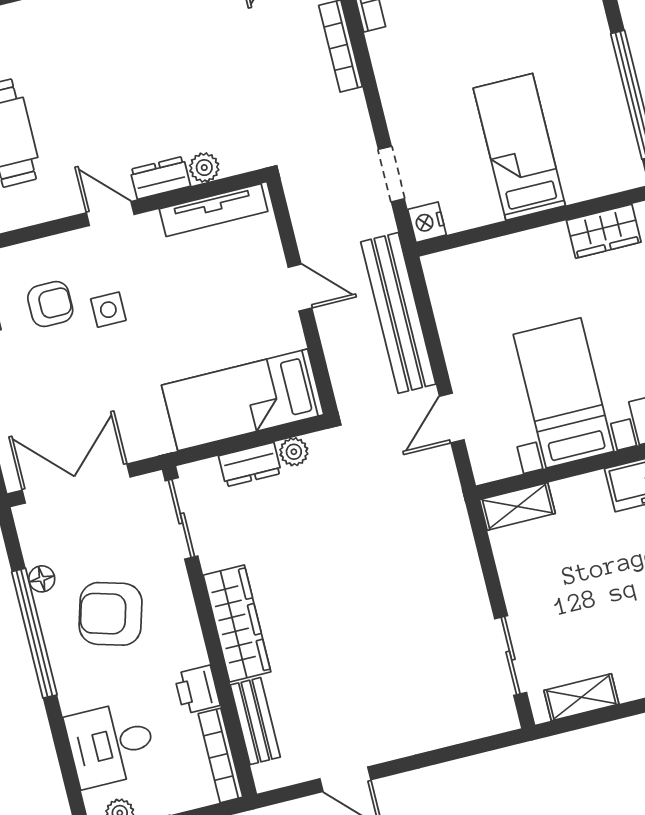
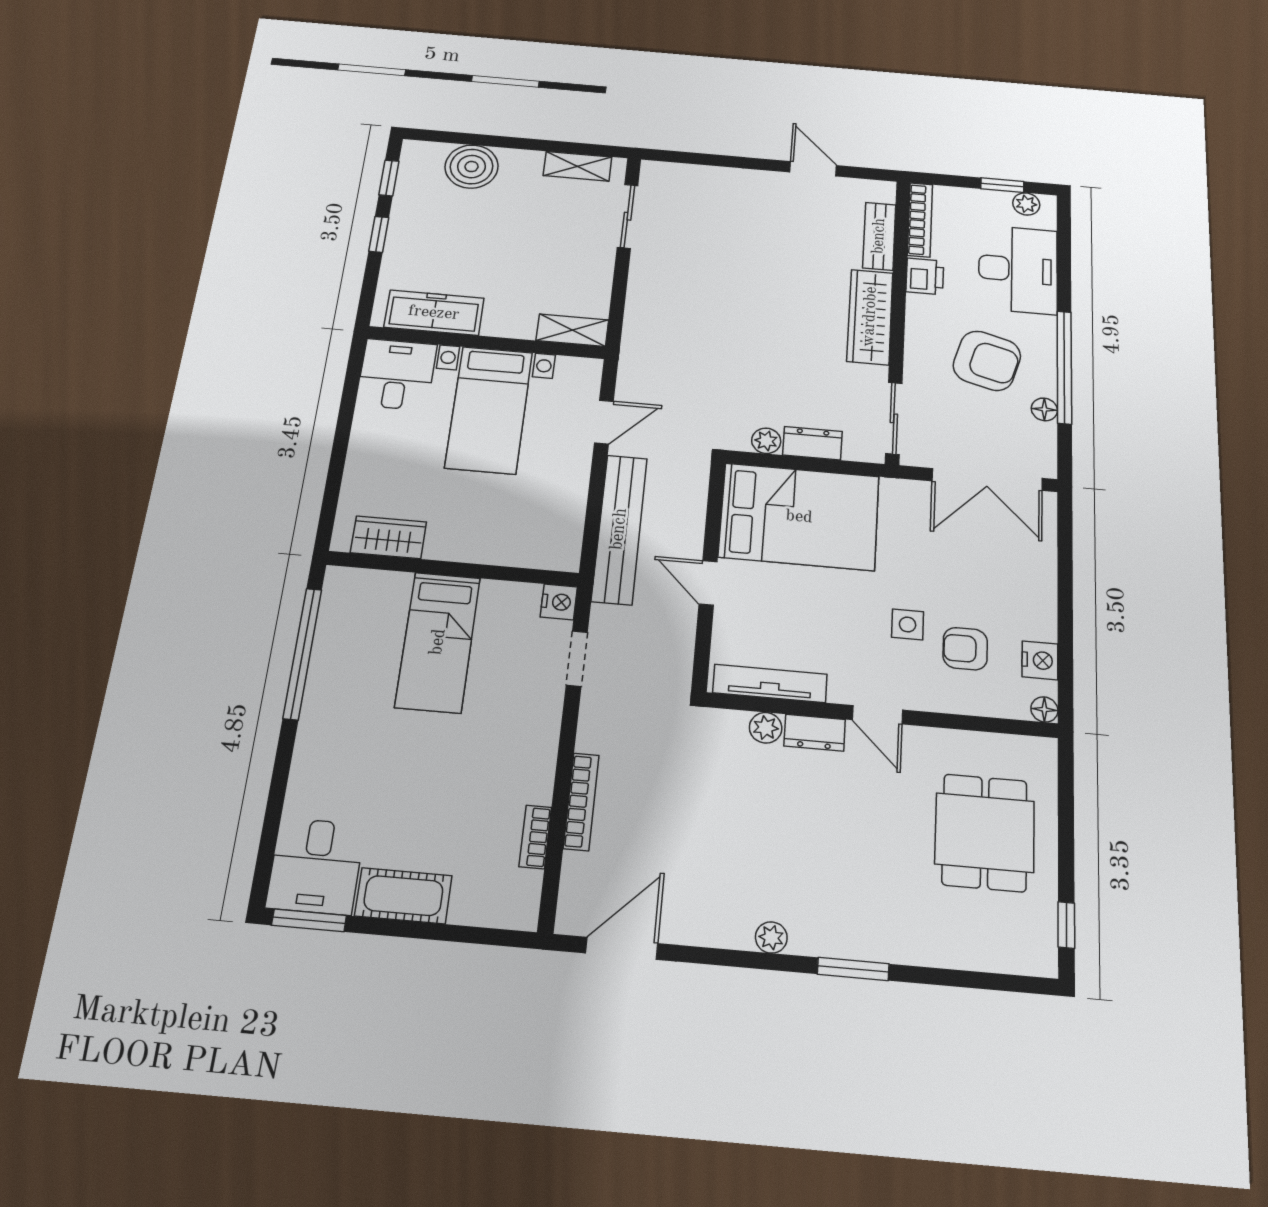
bed: (243, 400) -> (799, 517), width x1.50
desk: (111, 744) -> (1018, 270), width x1.37

